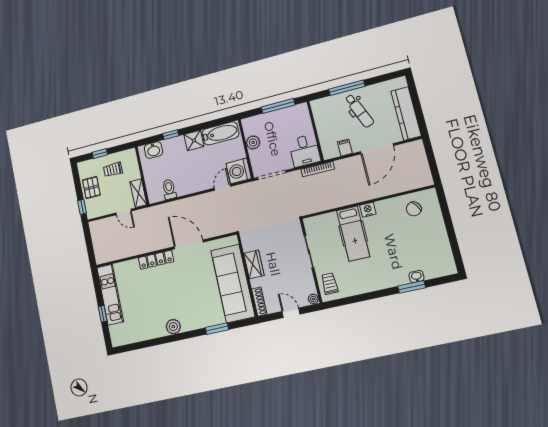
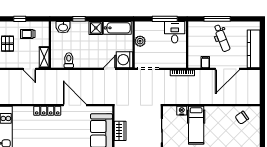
desk: (305, 151) -> (175, 32), moved, turned 180
nightstand: (368, 210) -> (182, 111), moved

